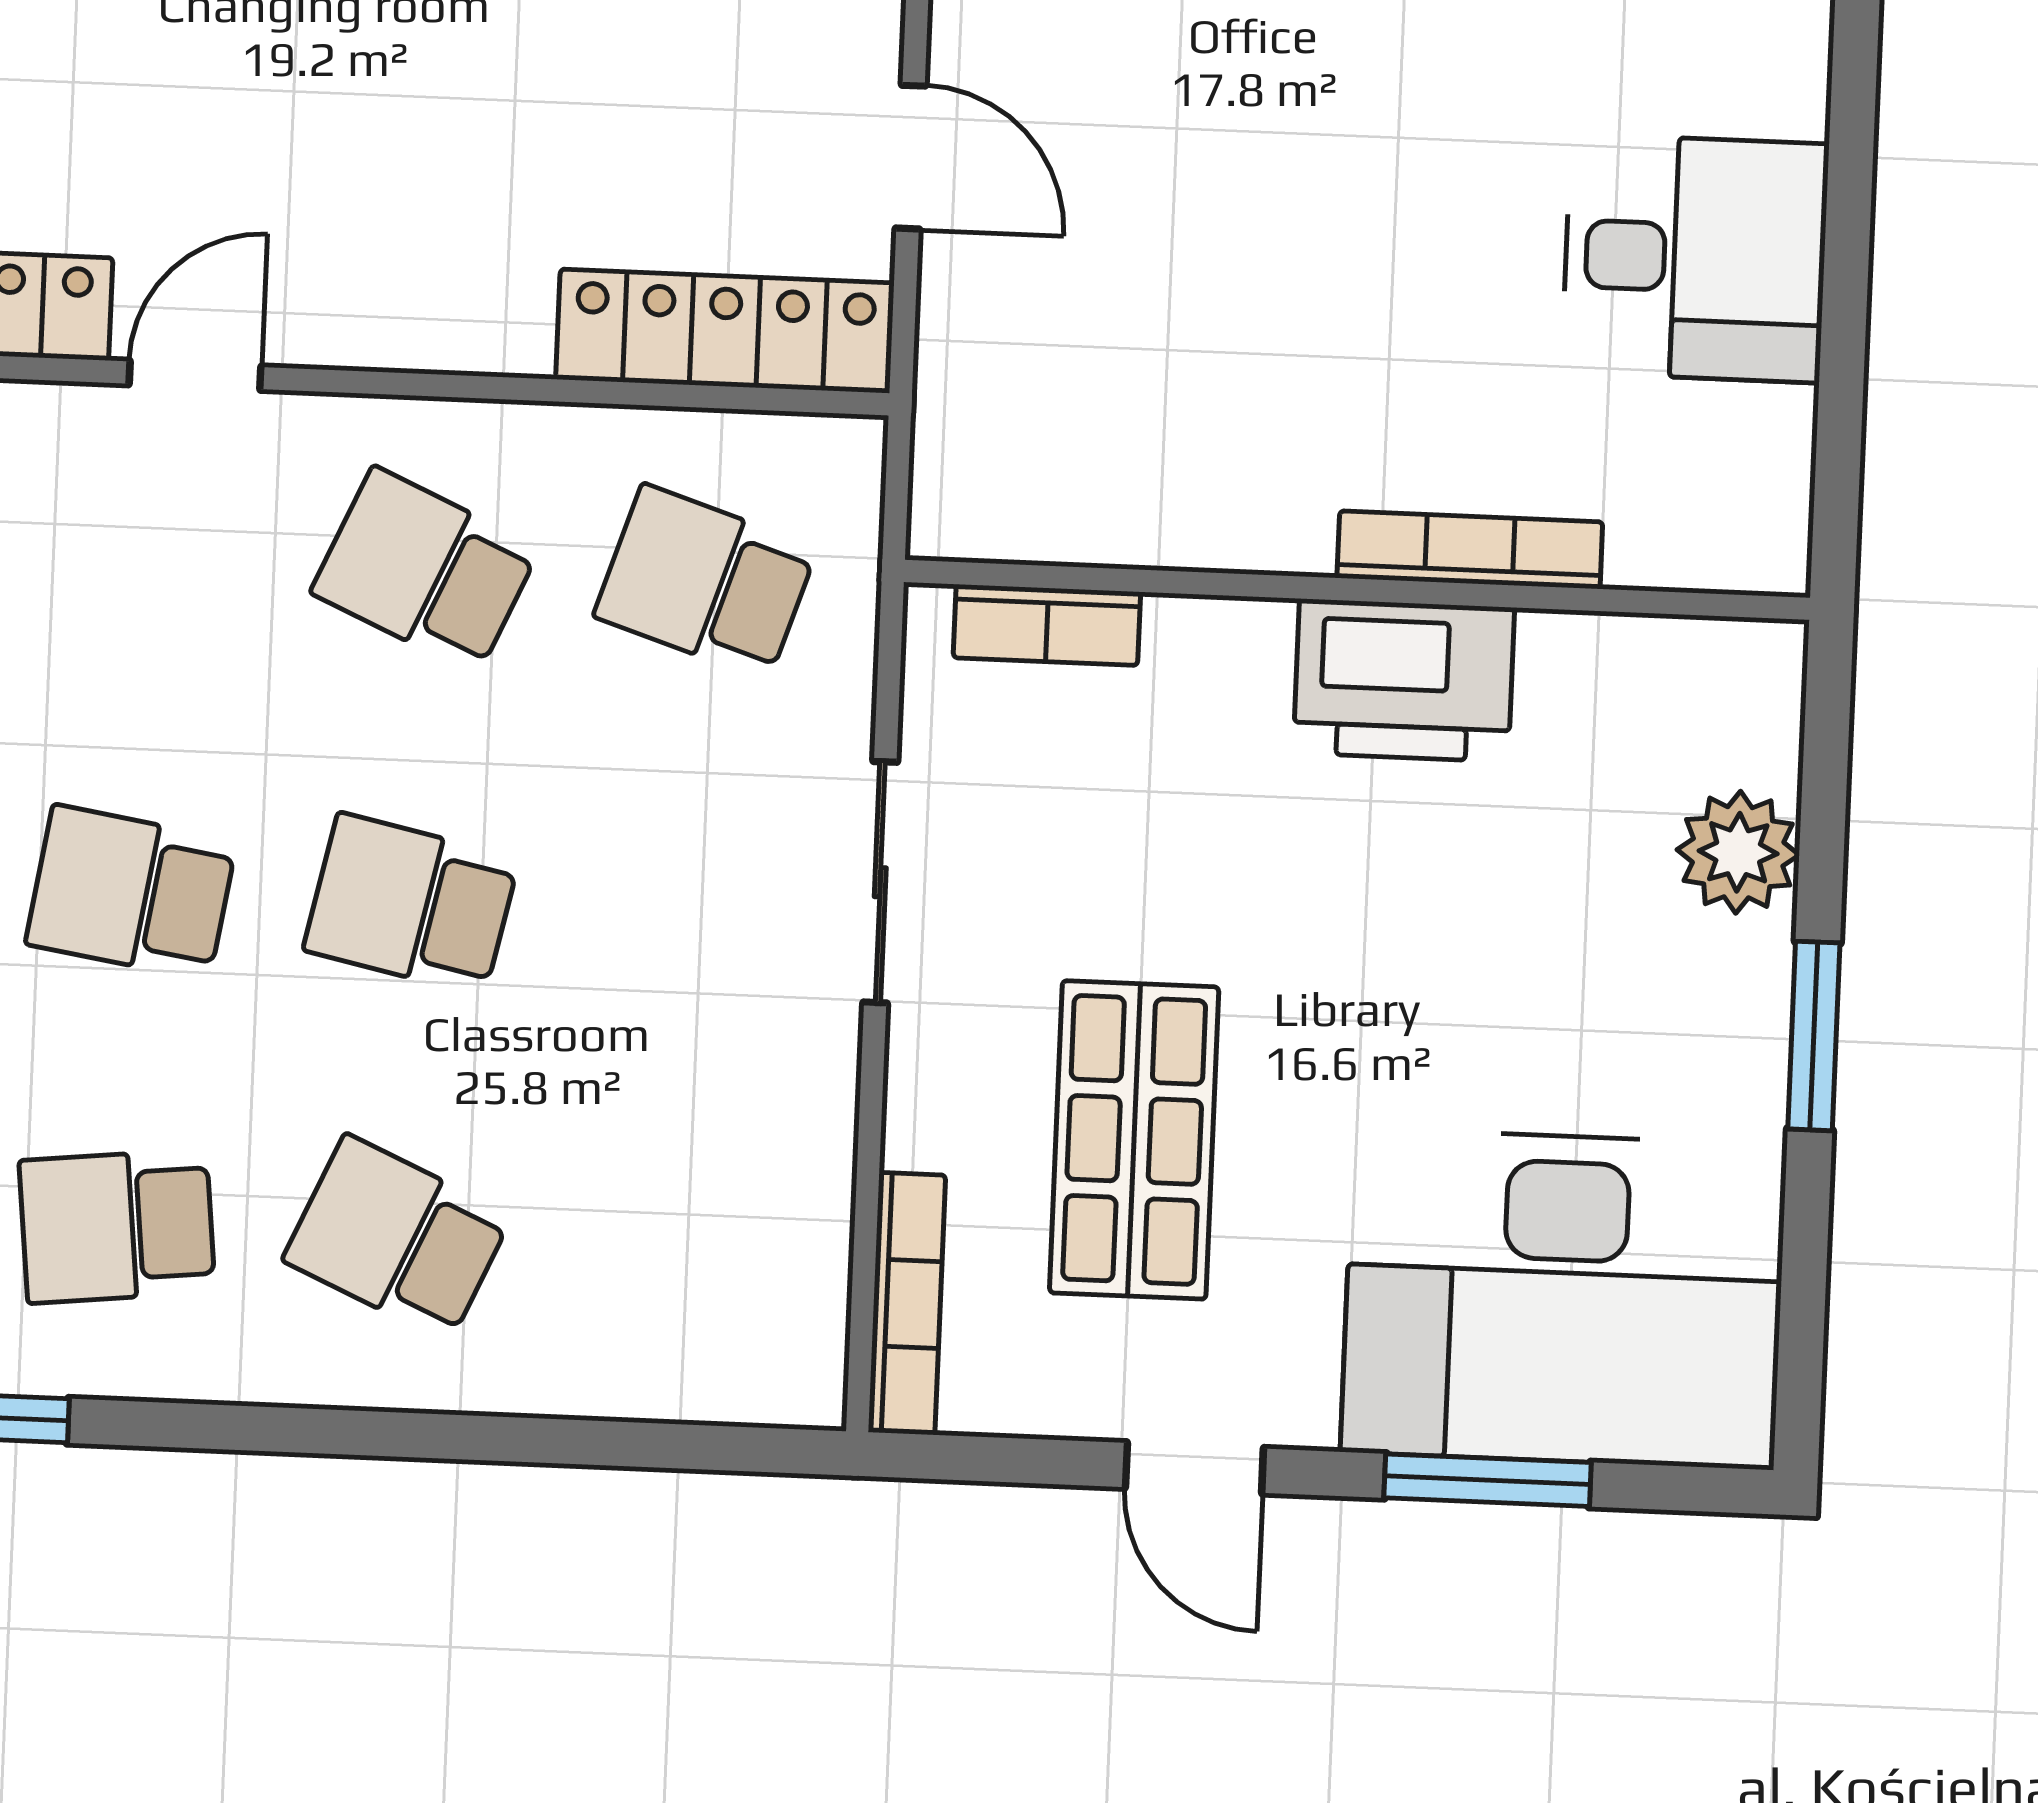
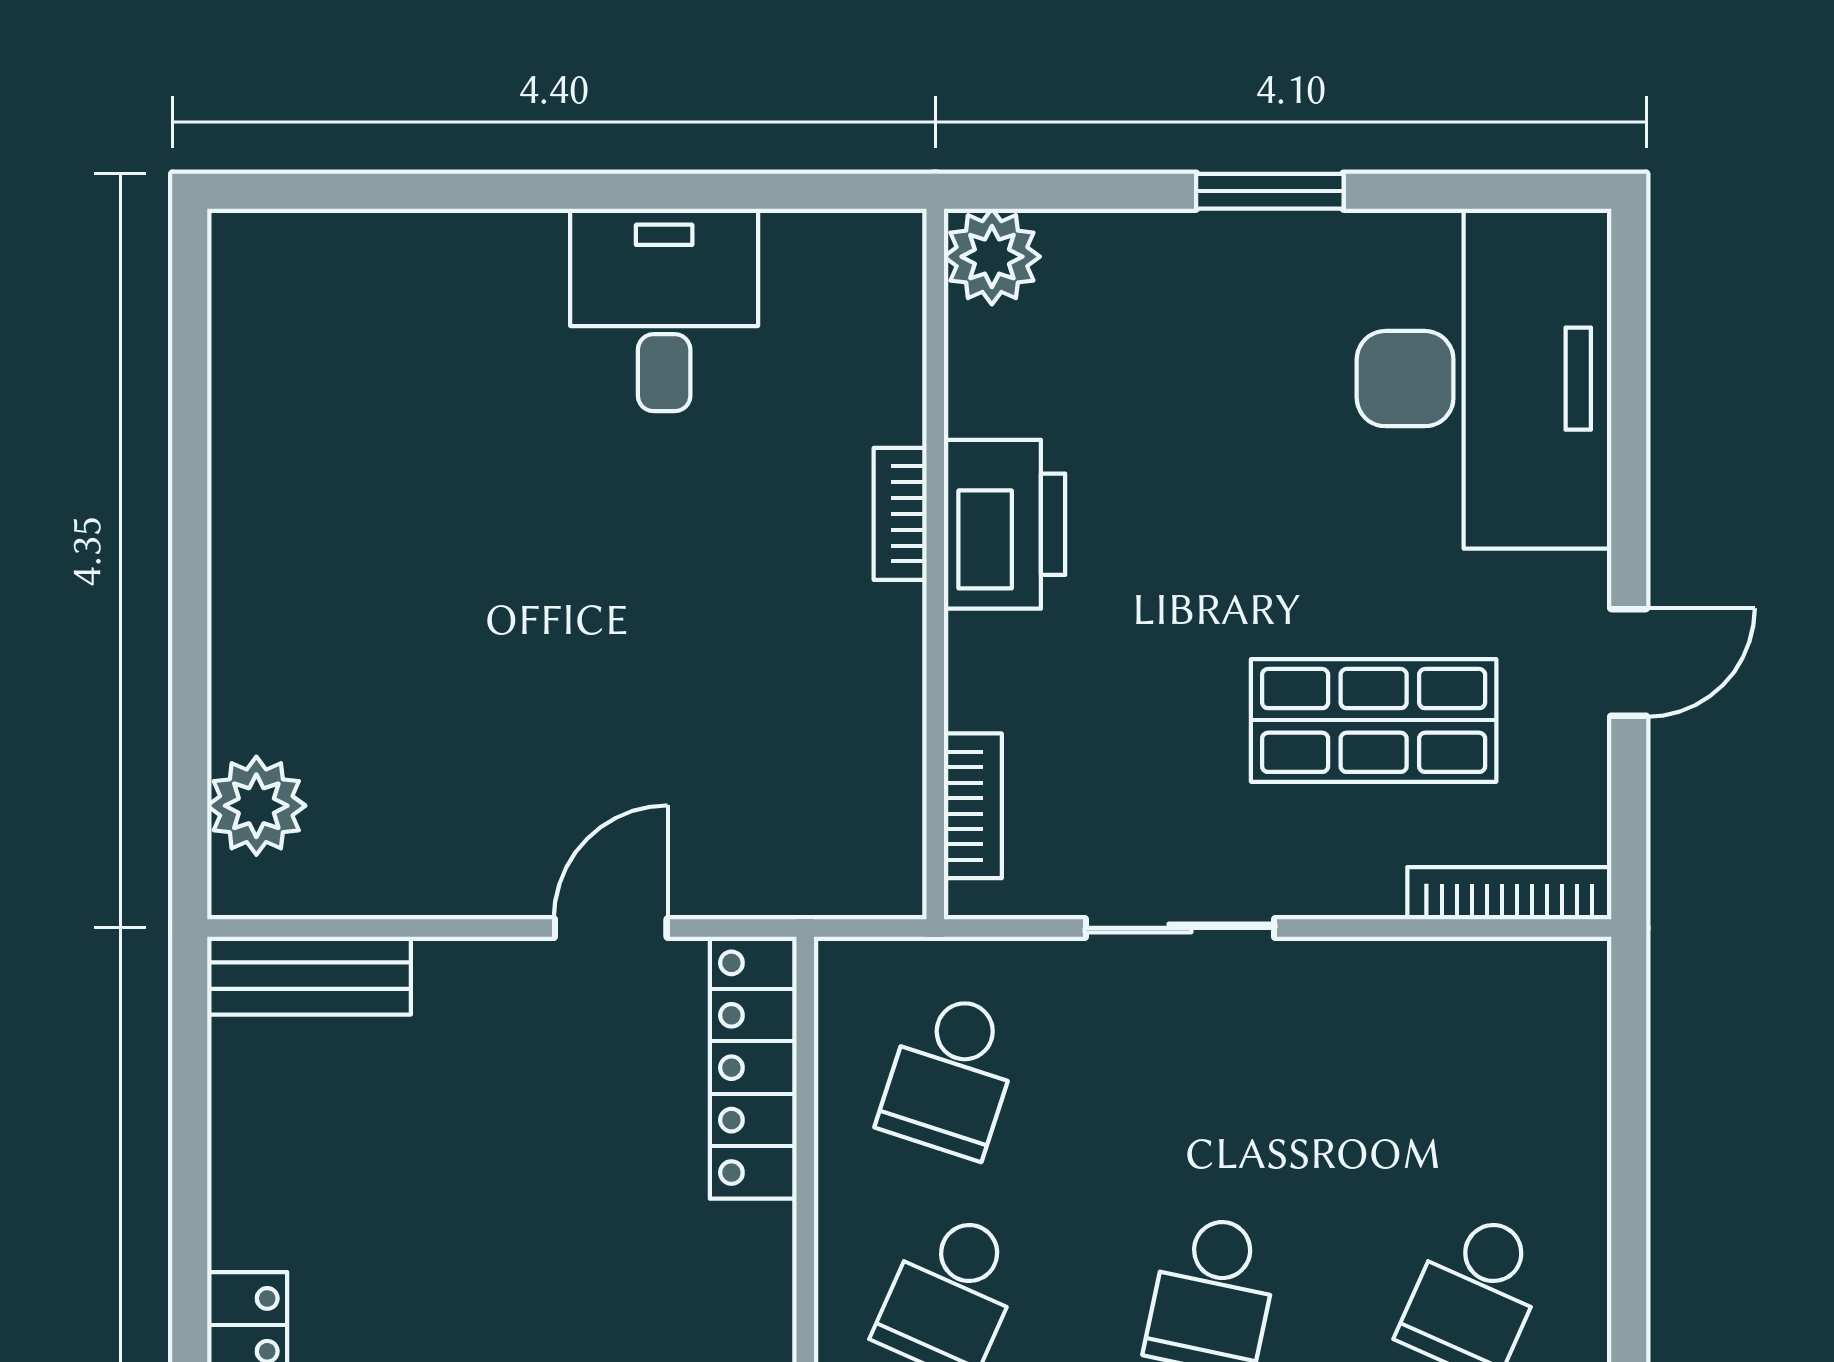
bookcase: (1470, 550) -> (900, 514), width x0.64
plant: (1738, 852) -> (992, 257), moved
window: (1488, 1480) -> (1629, 432), removed

